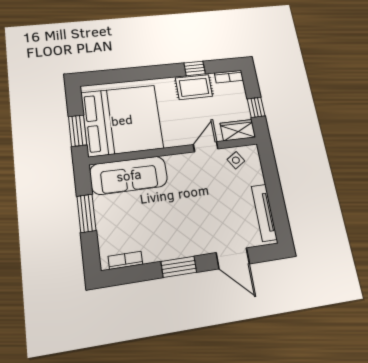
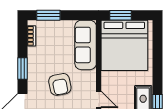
armchair: (194, 205) -> (60, 84), added
window: (86, 213) -> (48, 15), moved

